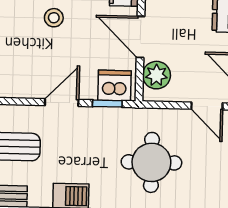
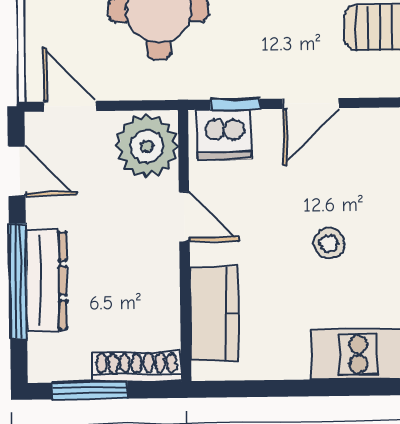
door: (140, 37) -> (184, 217), width x0.73
plant: (156, 75) -> (147, 146), width x1.36, depth x1.36

